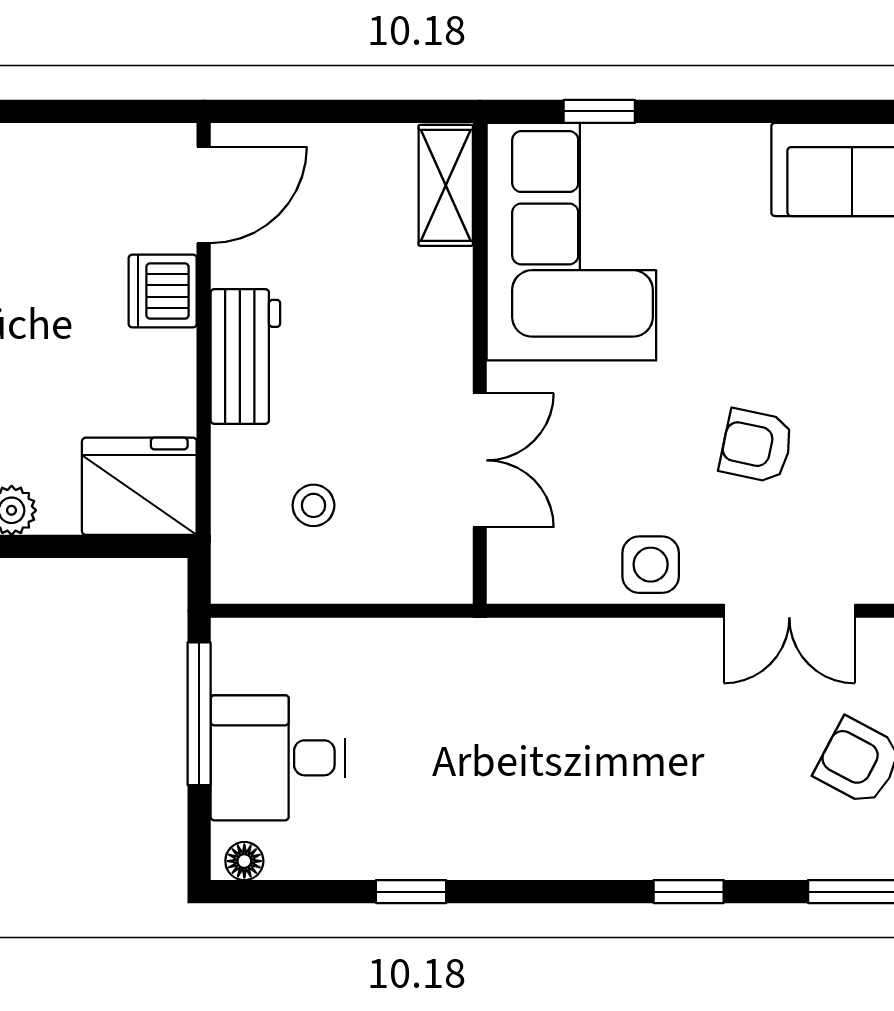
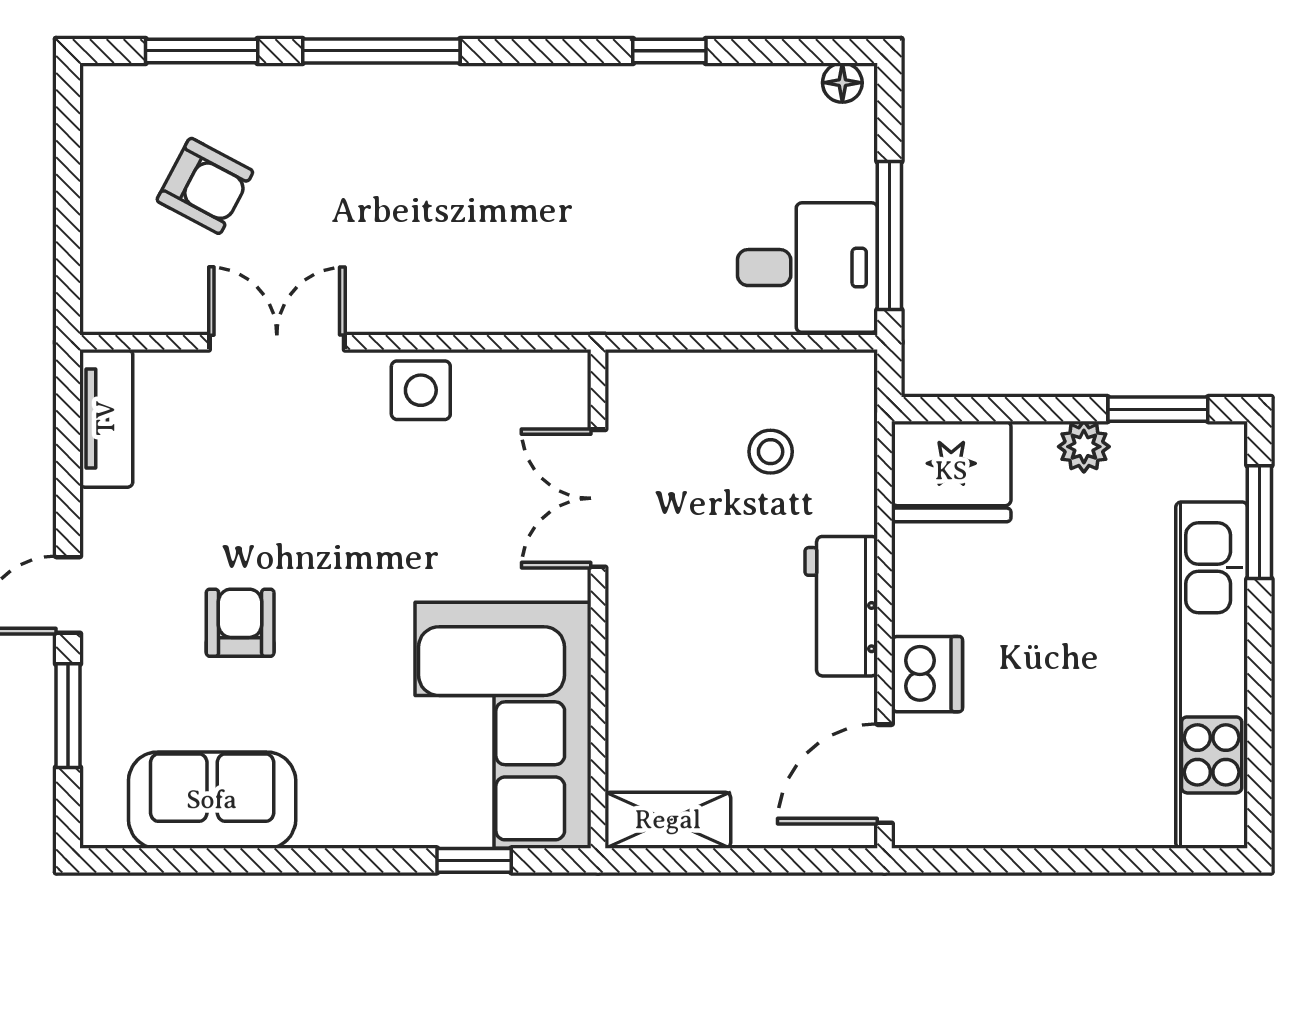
shelving: (446, 185) -> (668, 820), moved, turned 90
armchair: (756, 446) -> (240, 623), moved, turned -102
desk: (278, 758) -> (807, 268), moved
window: (689, 892) -> (381, 51), width x2.17

